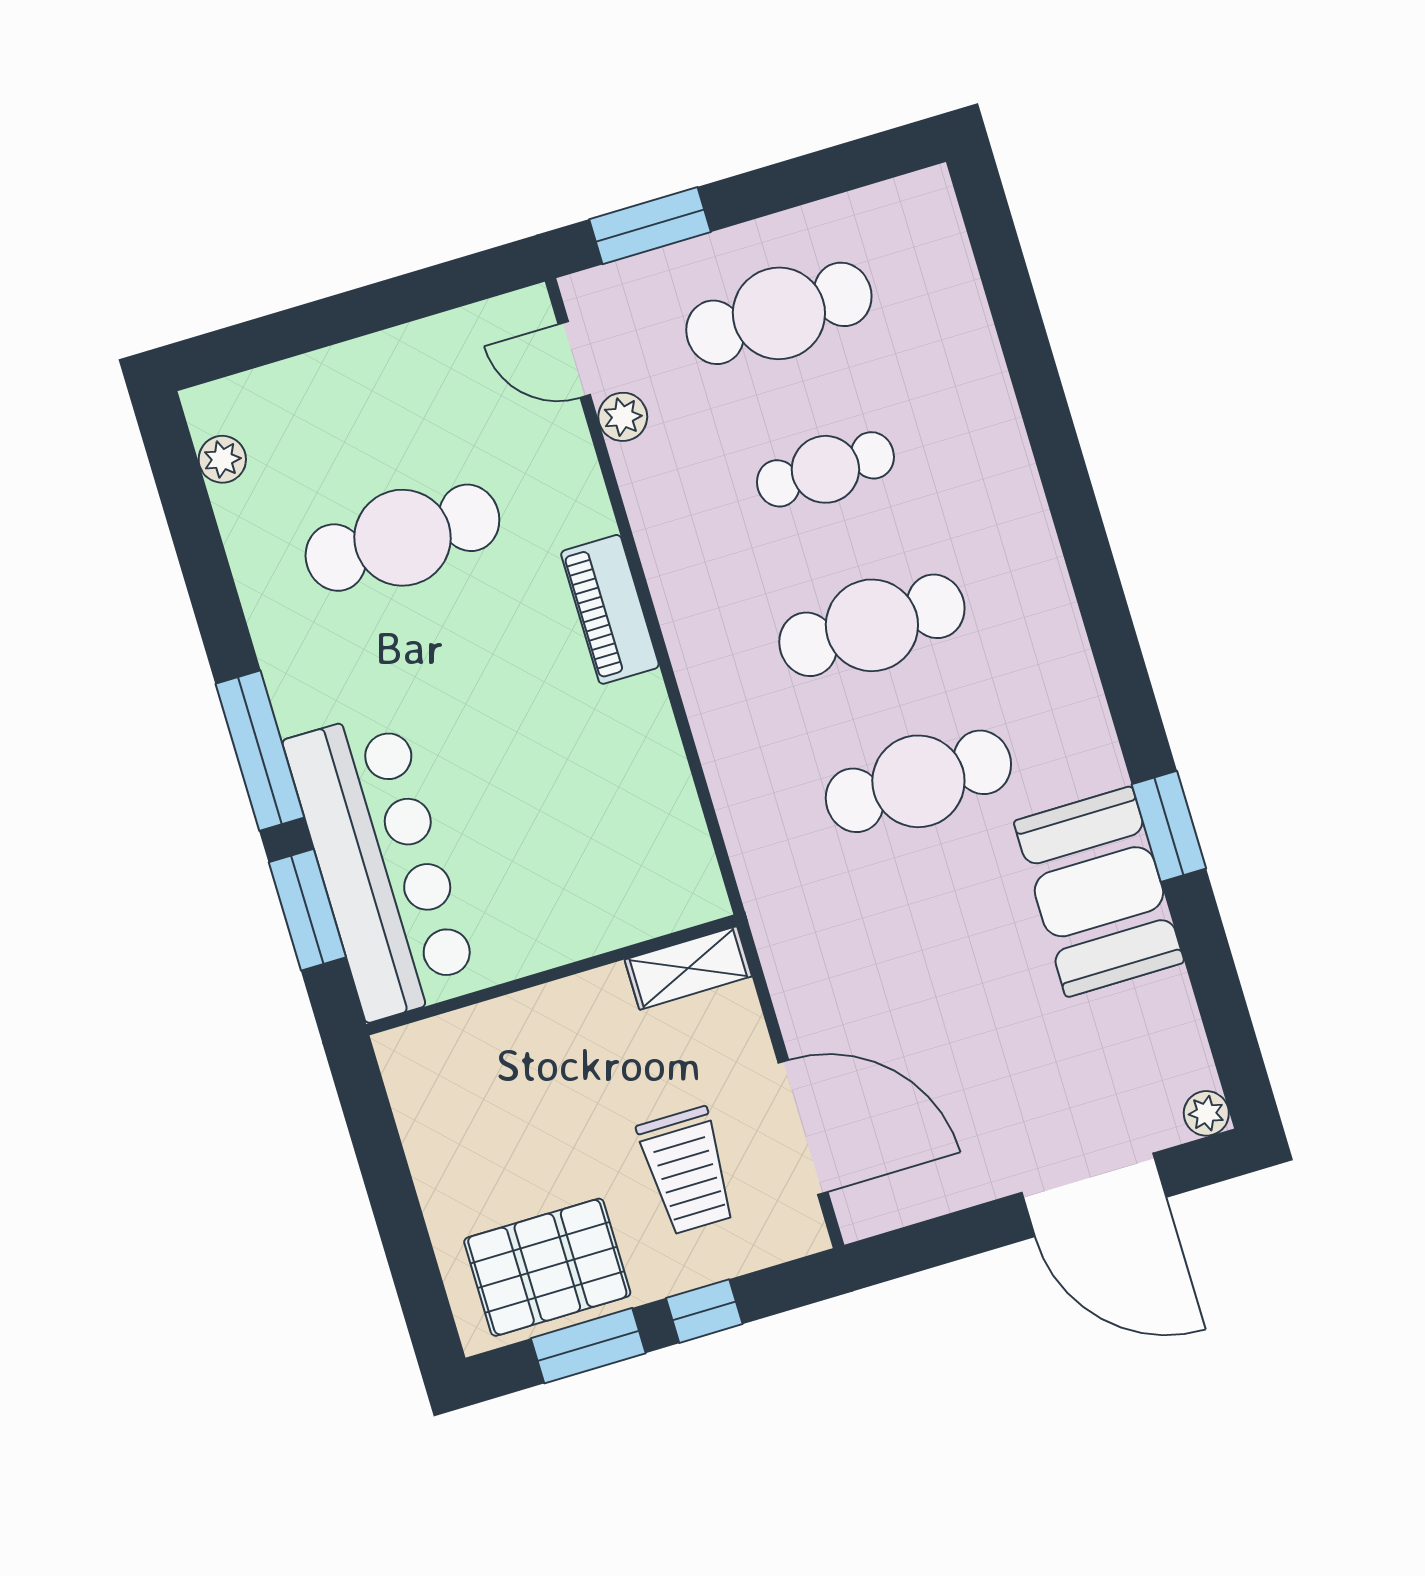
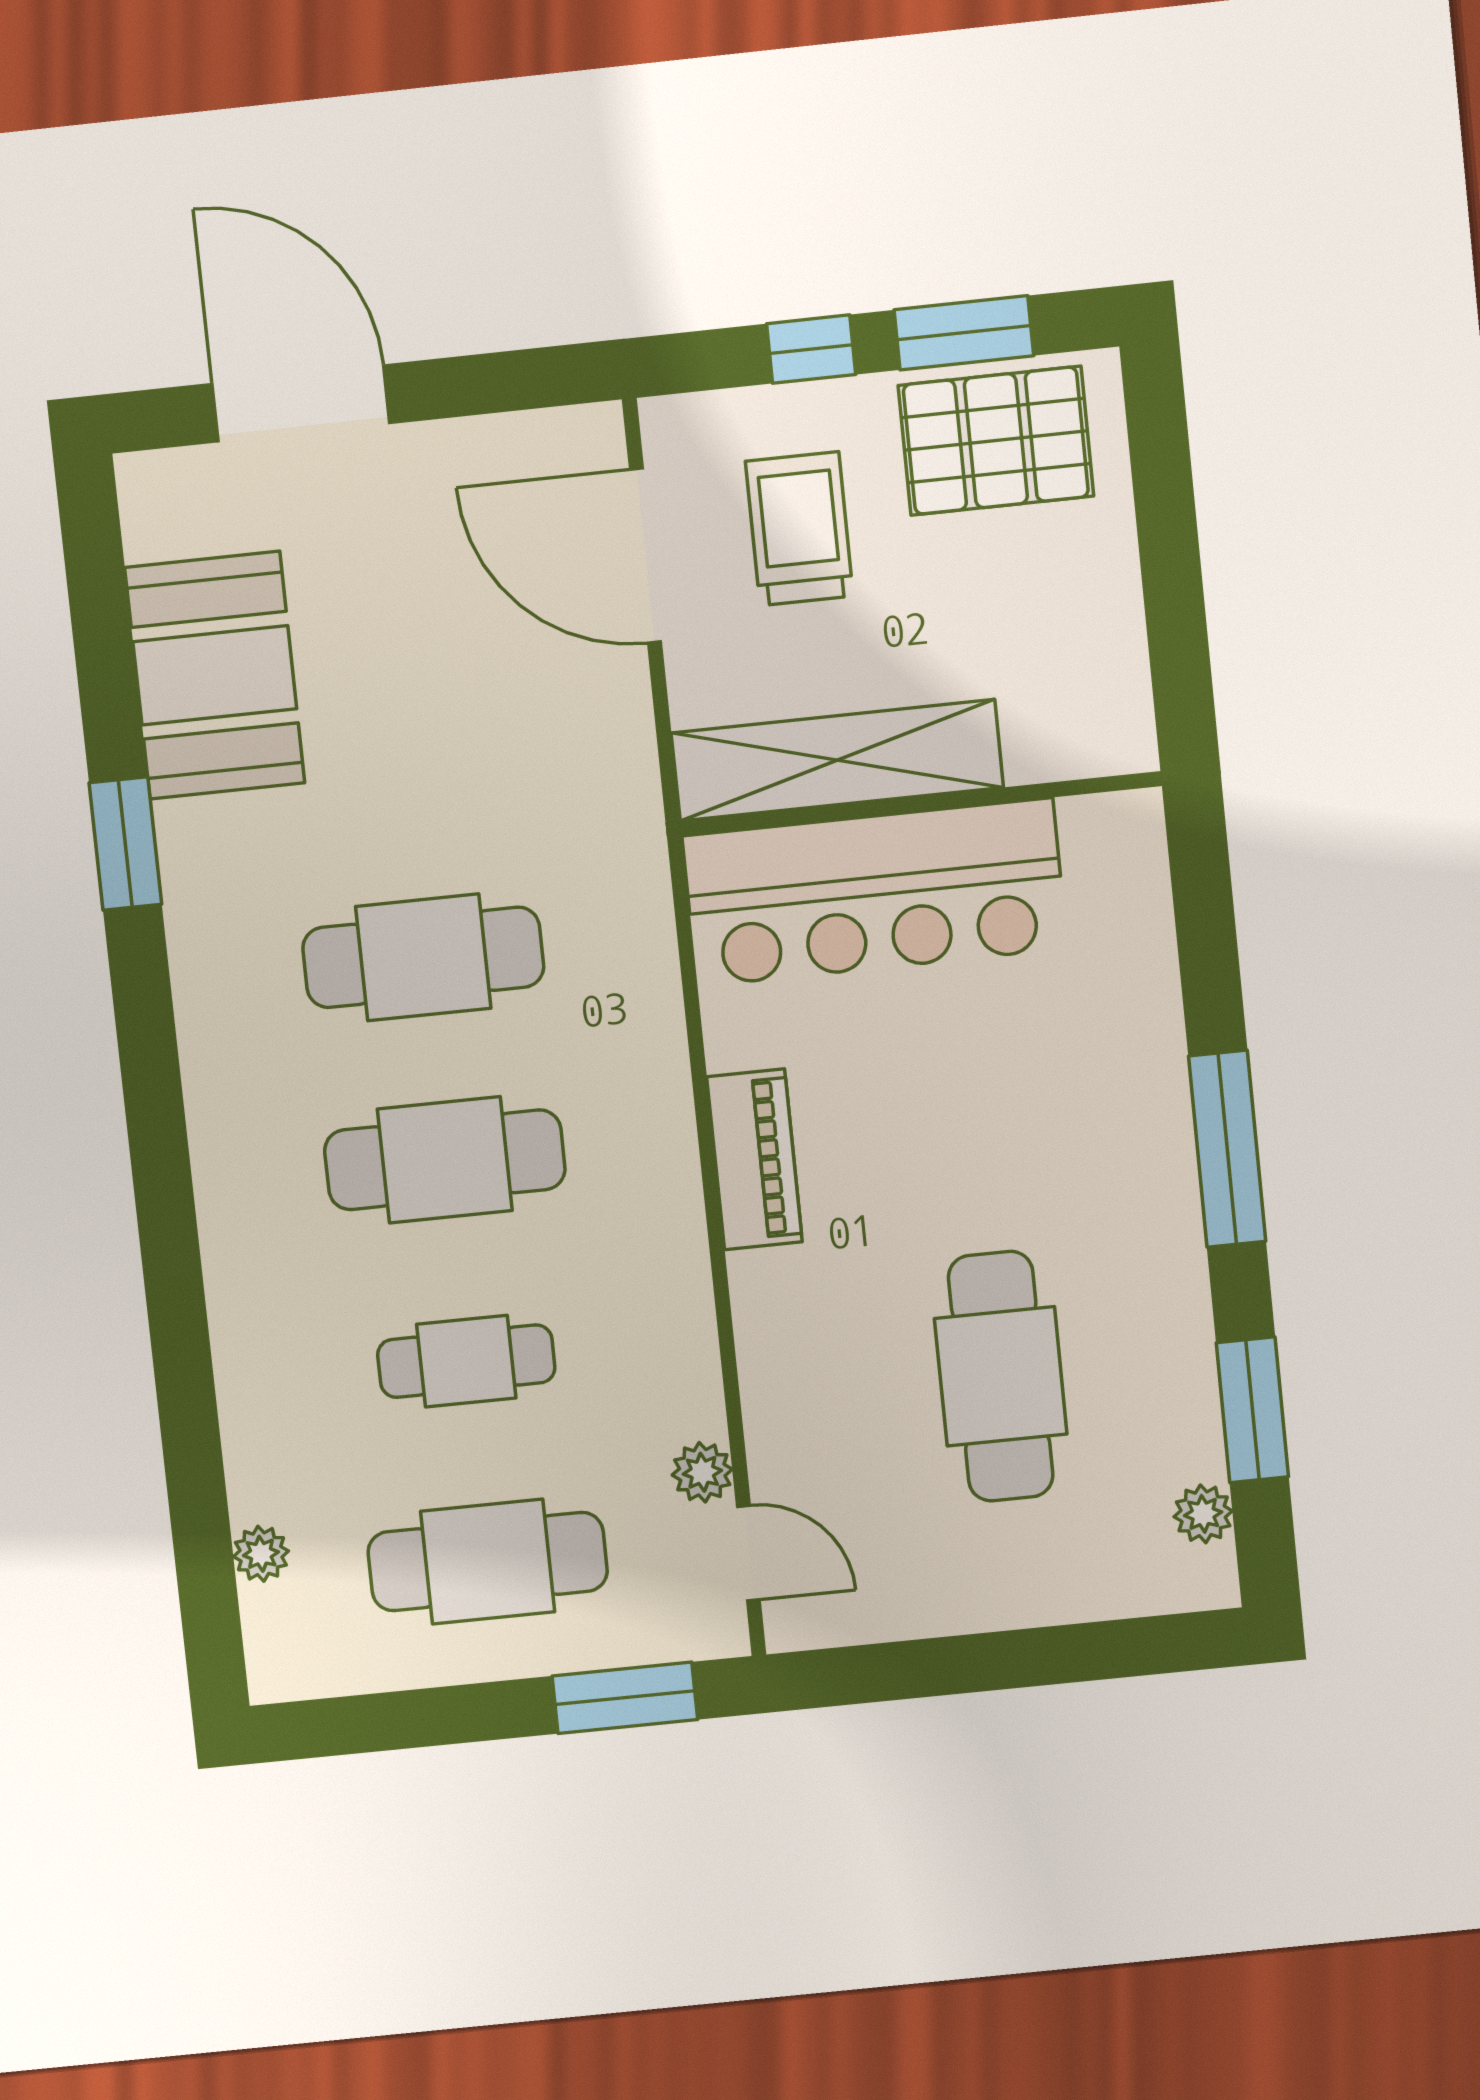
cafe table: (402, 538) -> (1001, 1376), turned 90
piano: (610, 609) -> (754, 1159), moved
bar counter: (382, 865) -> (875, 892), moved, turned -90
booth: (1099, 892) -> (215, 675), moved
window: (307, 910) -> (1252, 1410), moved
shelving: (688, 968) -> (837, 760), width x2.20, depth x1.33
plant: (1206, 1113) -> (261, 1554), moved

